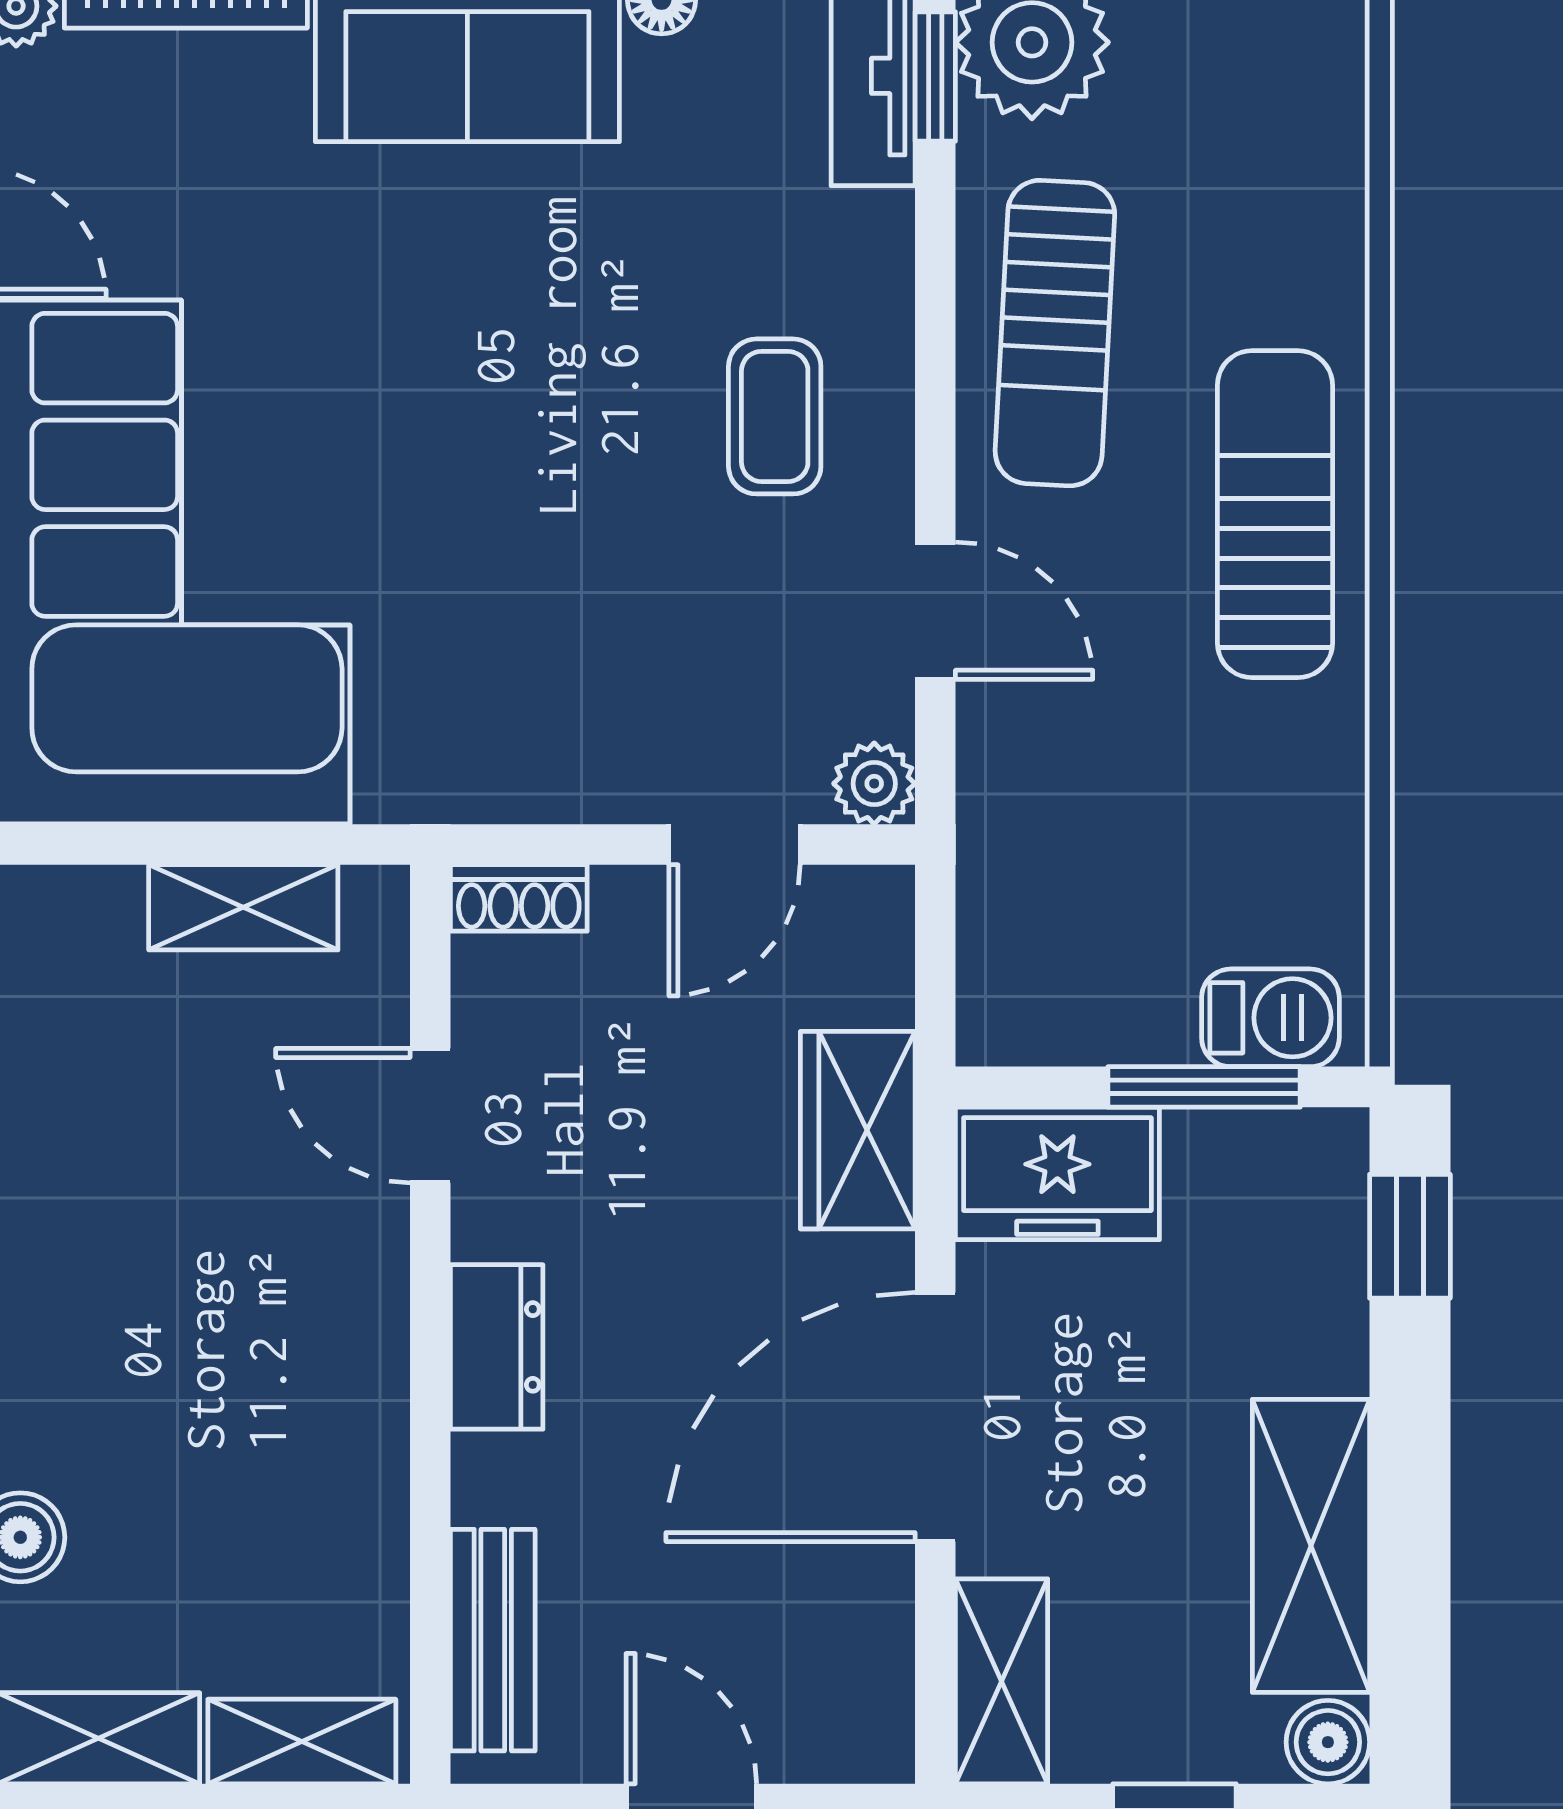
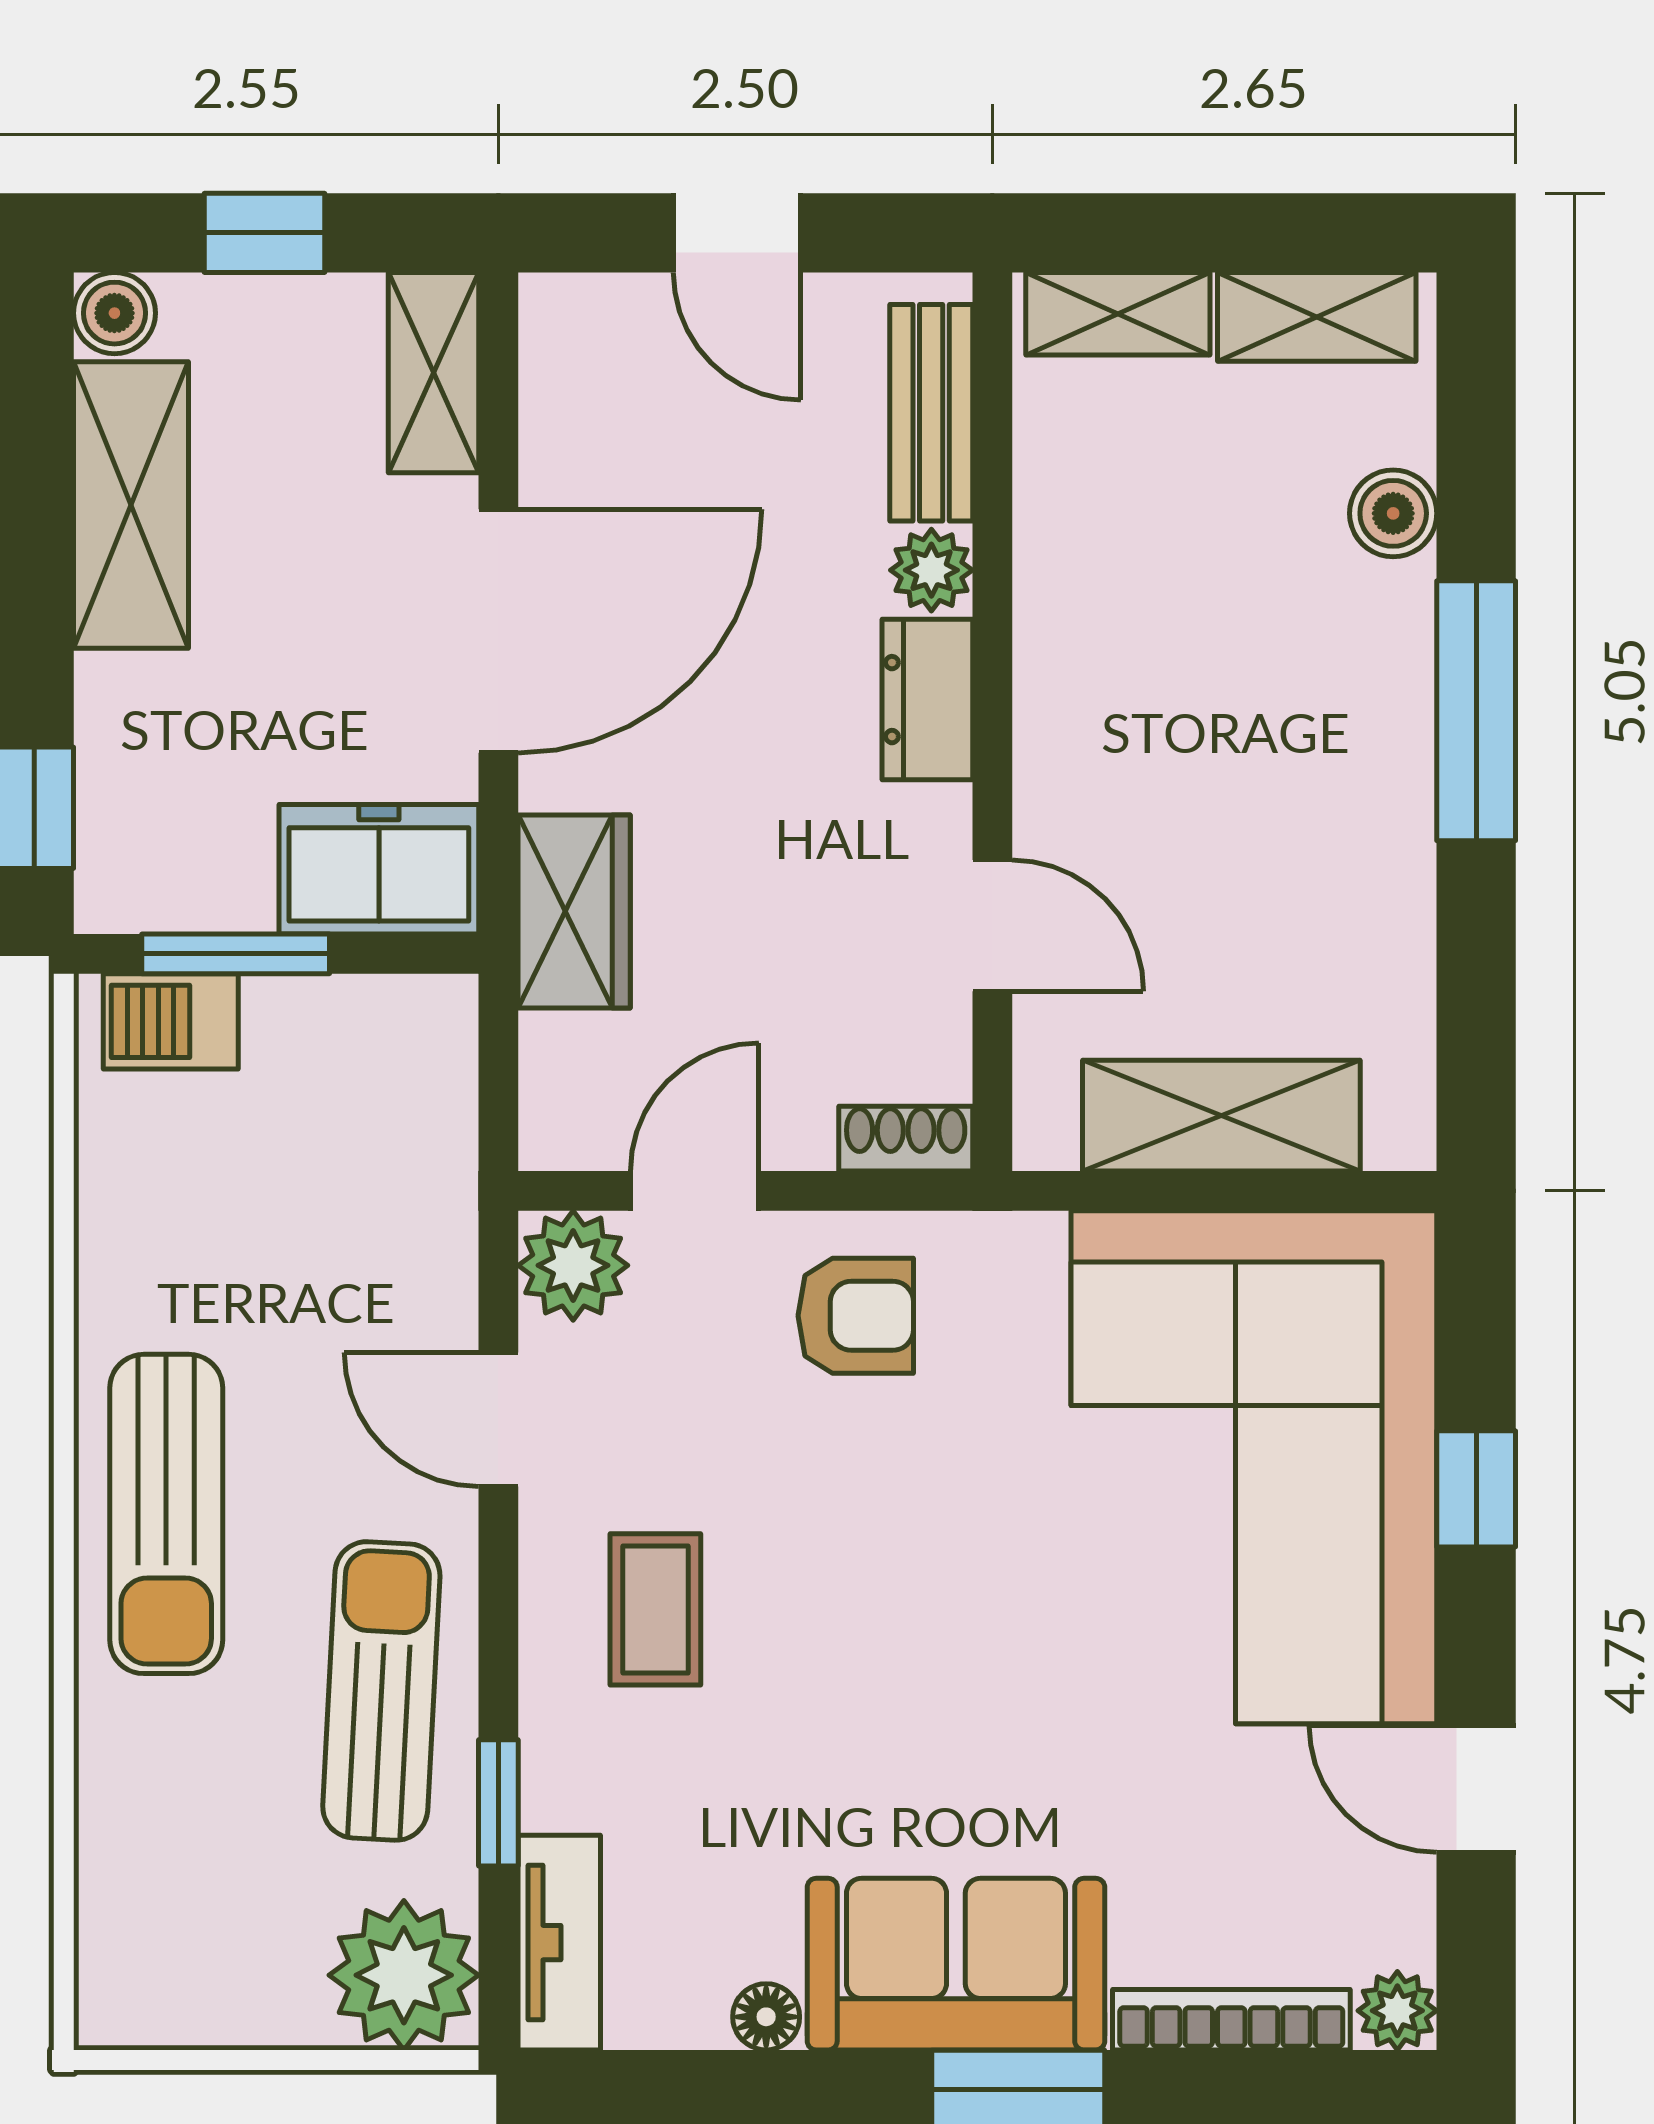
window: (935, 77) -> (498, 1803), moved
armchair: (570, 717) -> (856, 1316), added
plant: (874, 784) -> (573, 1265), width x1.38, depth x1.38
shelving: (243, 907) -> (1221, 1116), width x1.50, depth x1.33
plant: (492, 1479) -> (931, 570), added

